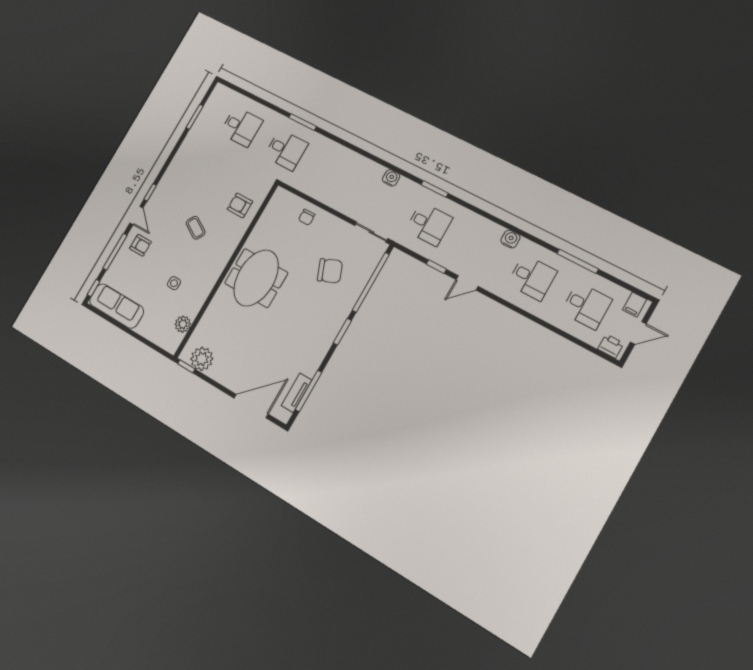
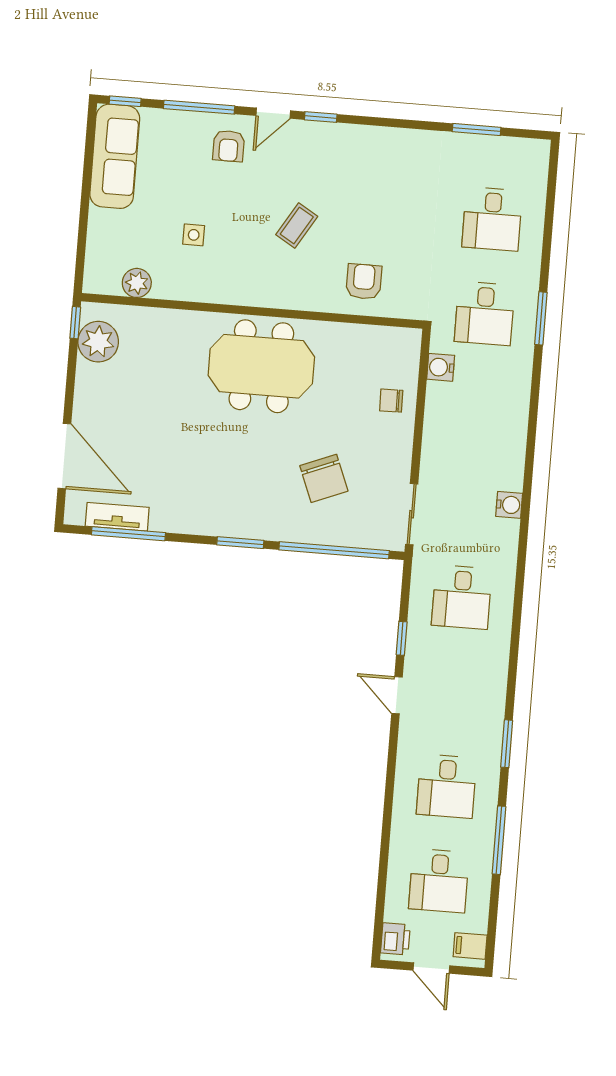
window: (435, 189) -> (507, 744), moved
water cooler: (510, 239) -> (441, 367), moved, turned 180

